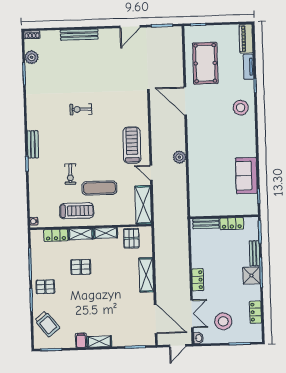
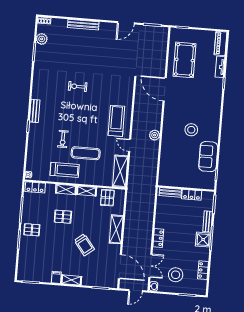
stool: (241, 108) -> (191, 130), moved
locker: (56, 235) -> (35, 187), moved
trolley: (47, 324) -> (84, 245), moved

